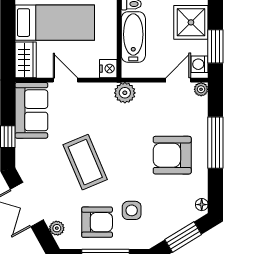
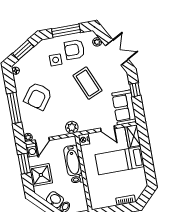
armchair: (172, 155) -> (38, 96), turned 126

